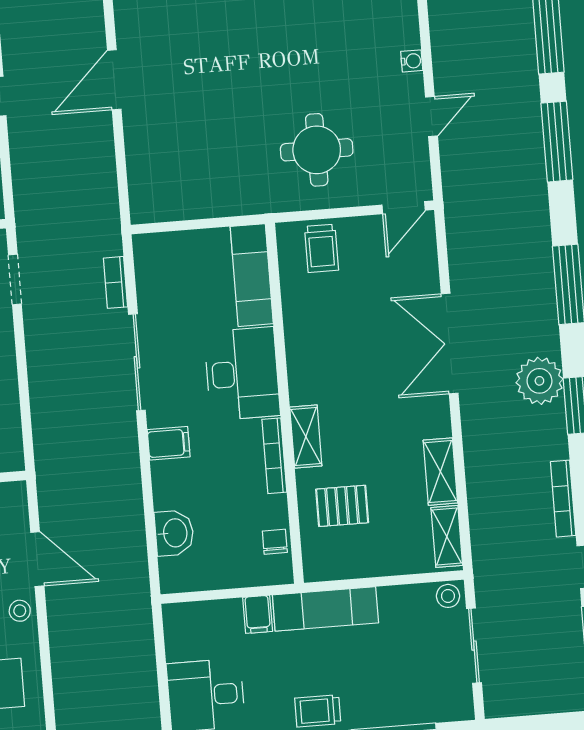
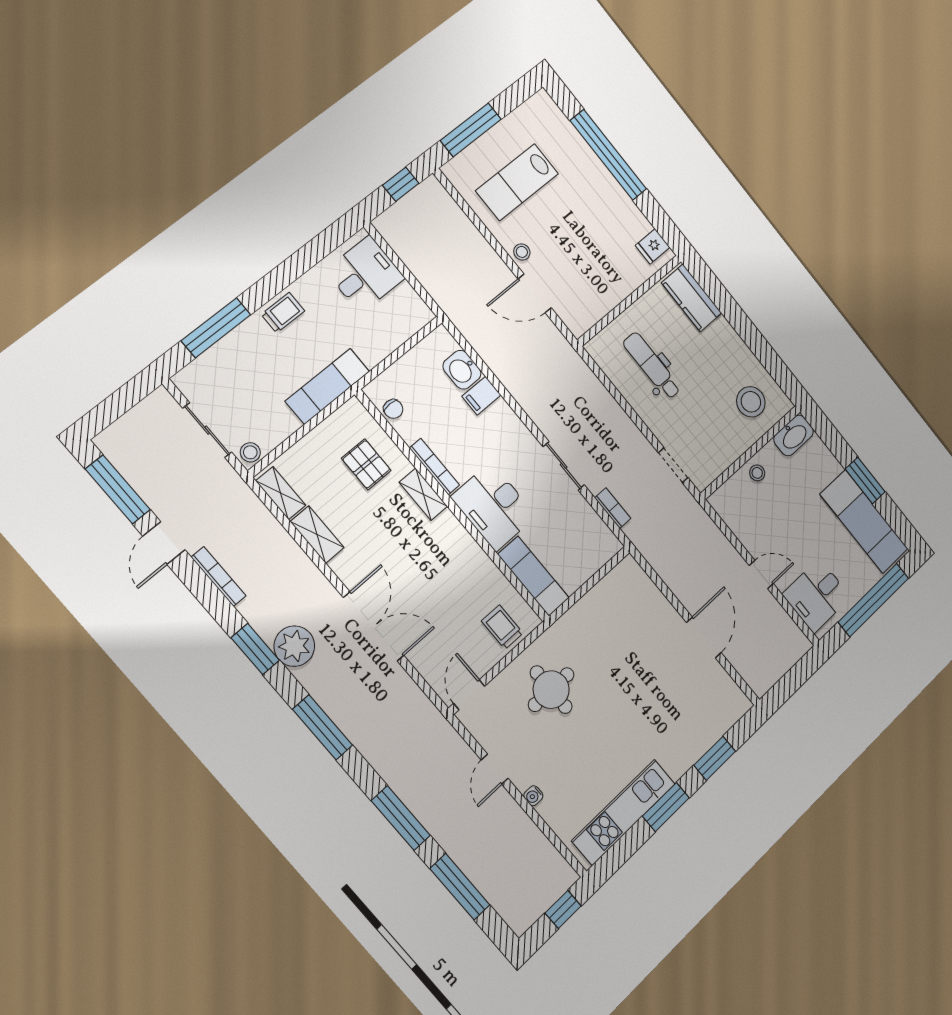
sliding door: (137, 362) -> (564, 466), width x0.73
filing cabinet: (169, 443) -> (481, 396), moved
pallet: (342, 506) -> (366, 464), turned 90
filing cabinet: (258, 614) -> (370, 352), removed

